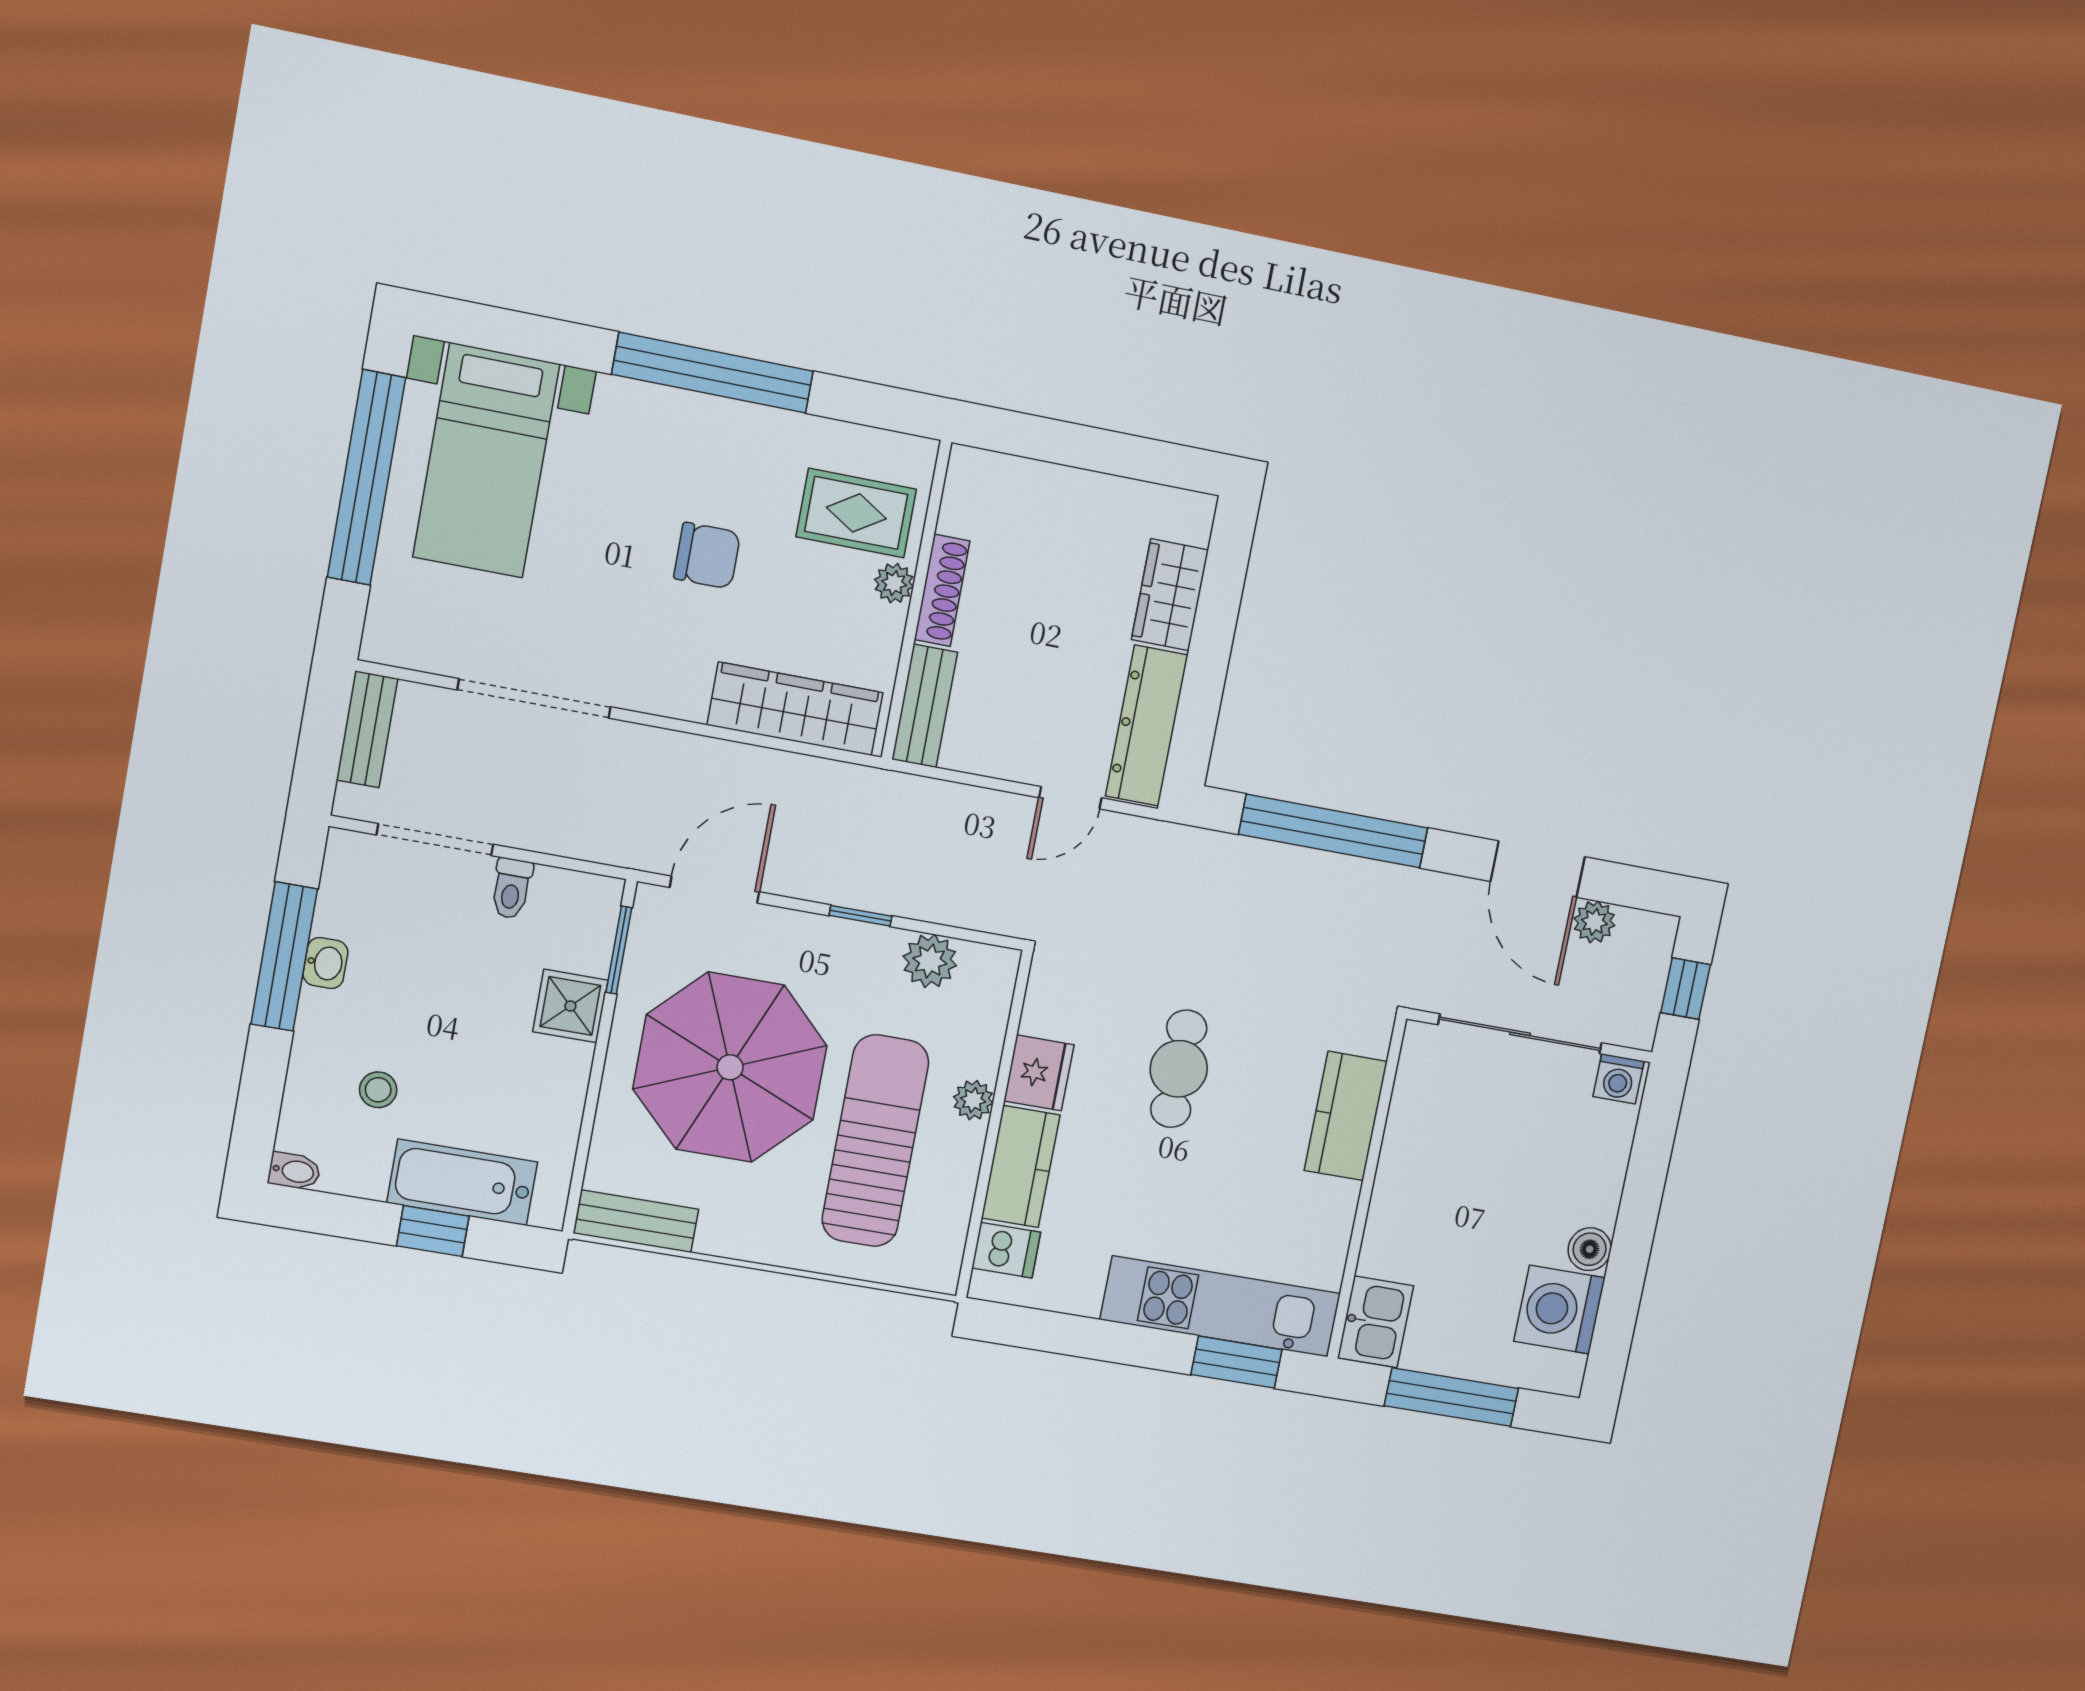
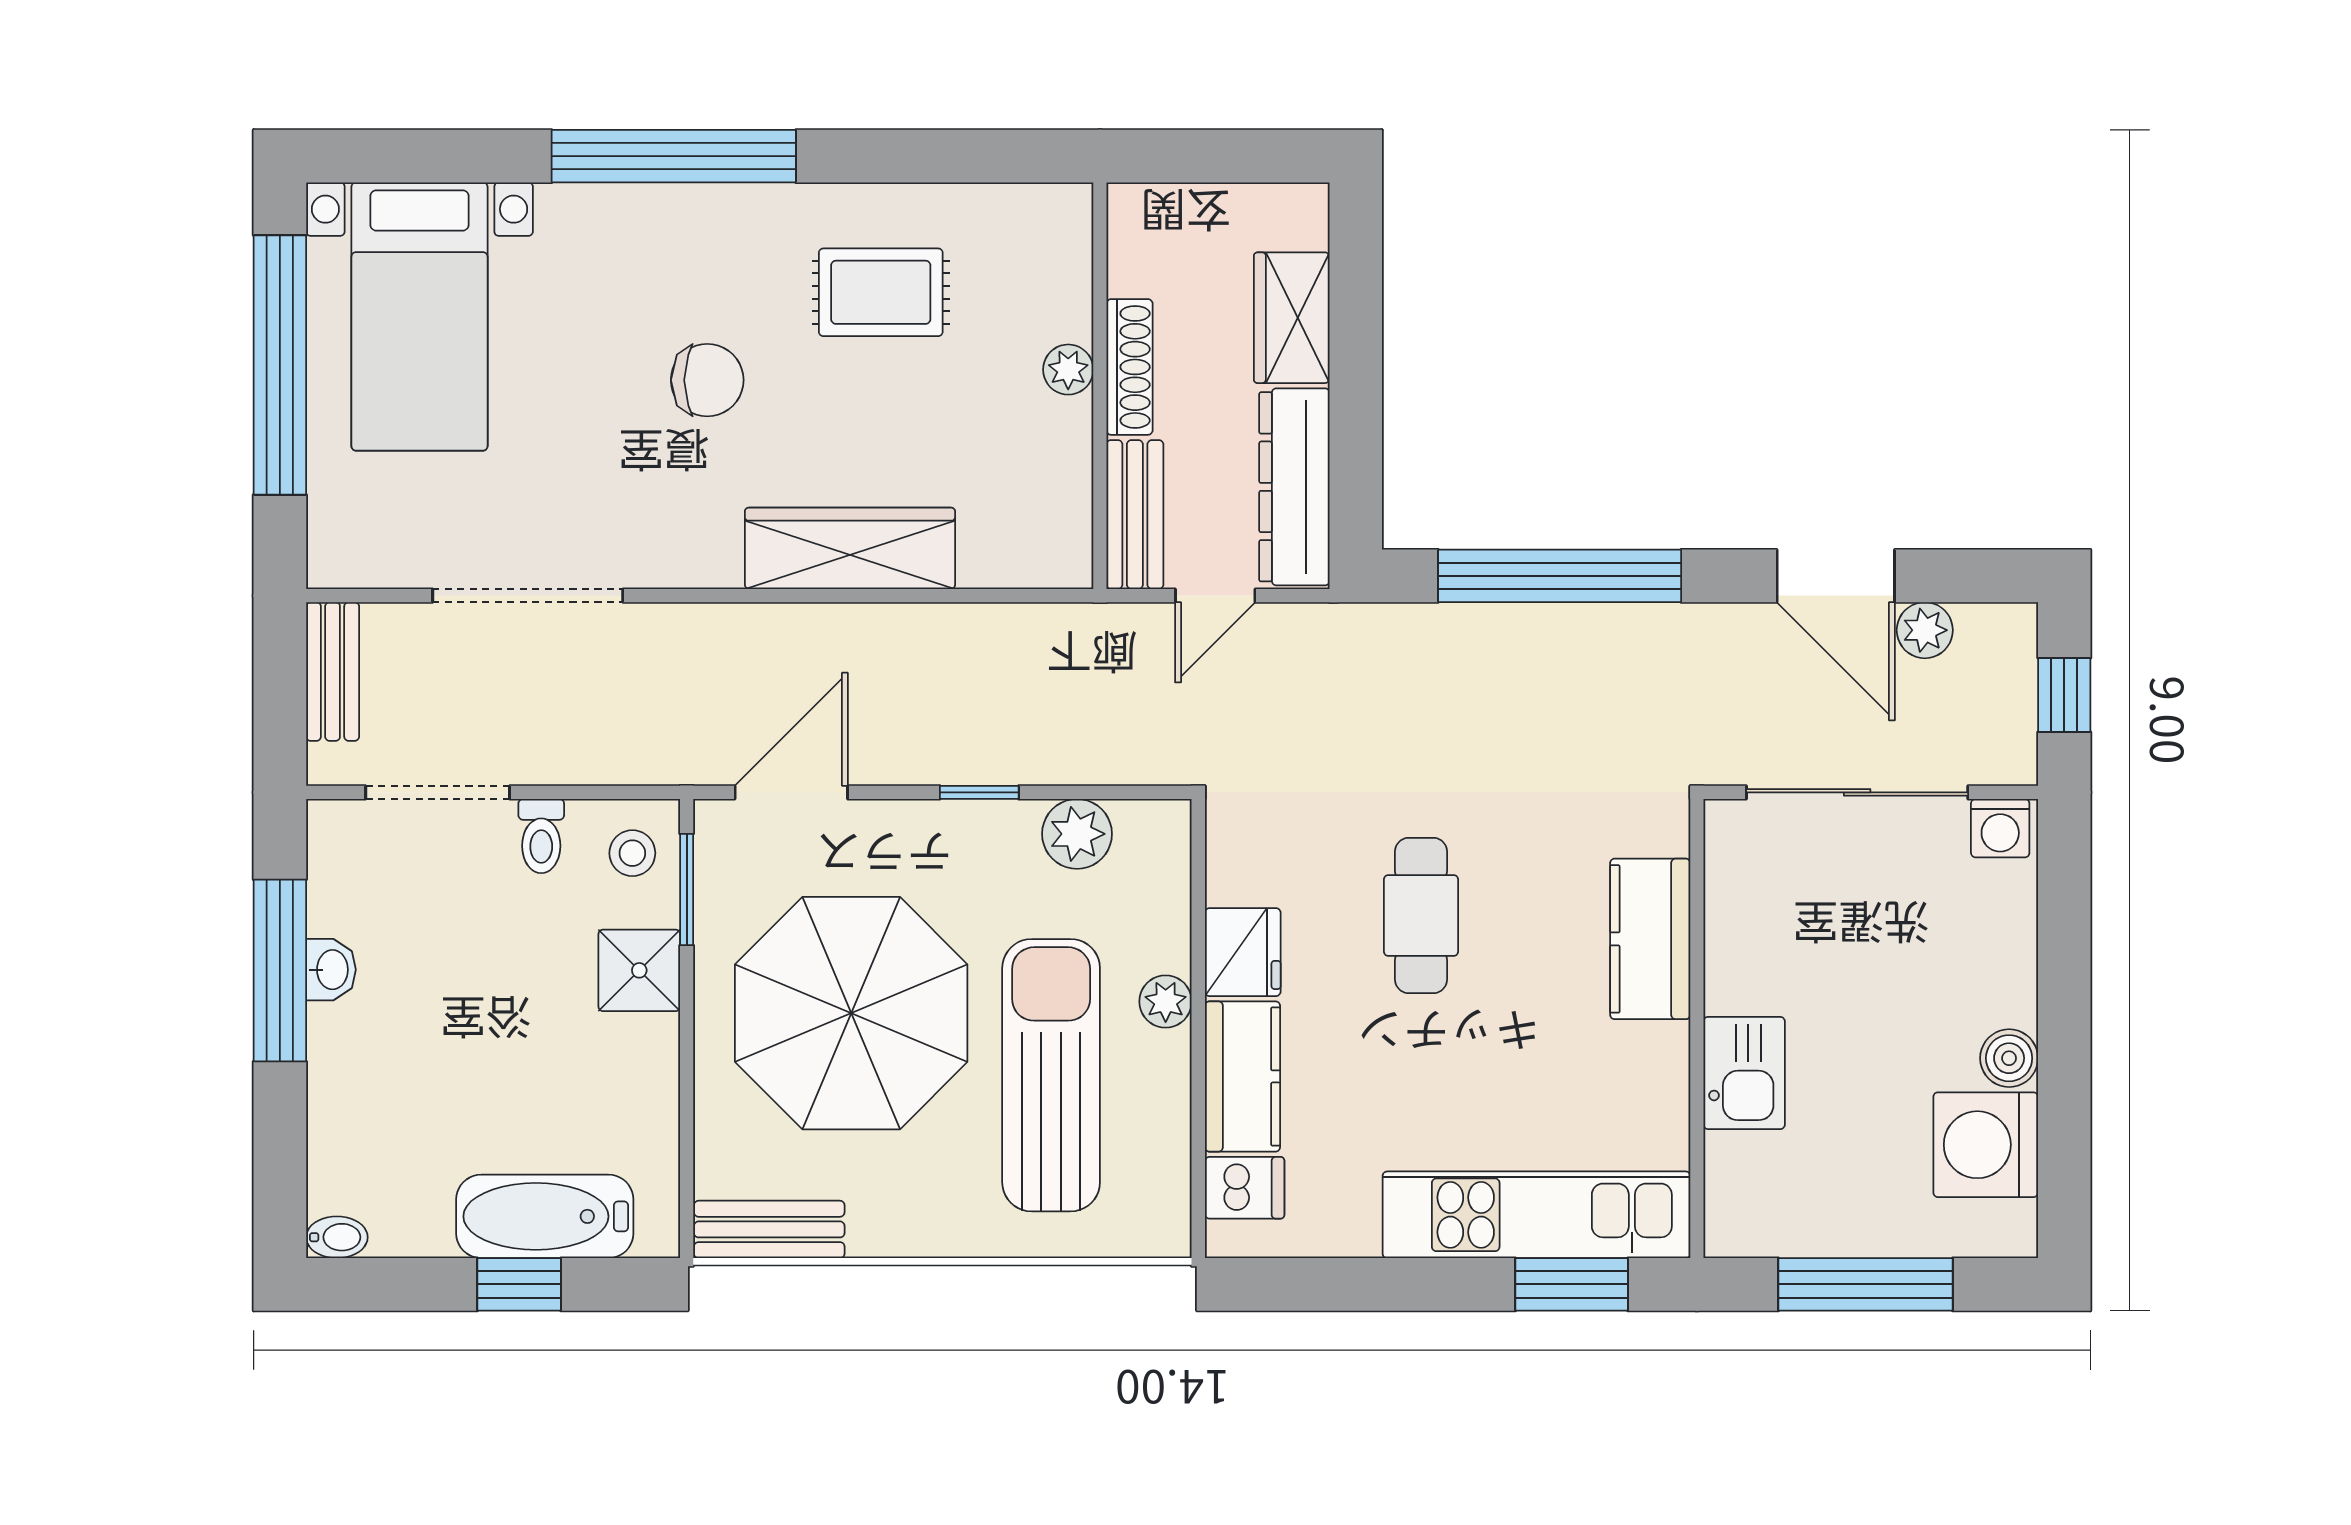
plant: (894, 583) -> (1068, 370), moved
shoe rack: (942, 590) -> (1130, 367), moved
wall: (916, 600) -> (1100, 386), moved
bench: (925, 706) -> (1135, 515), moved
stool: (378, 1090) -> (632, 853), moved
kitchen sink: (1375, 1322) -> (1744, 1073), moved

